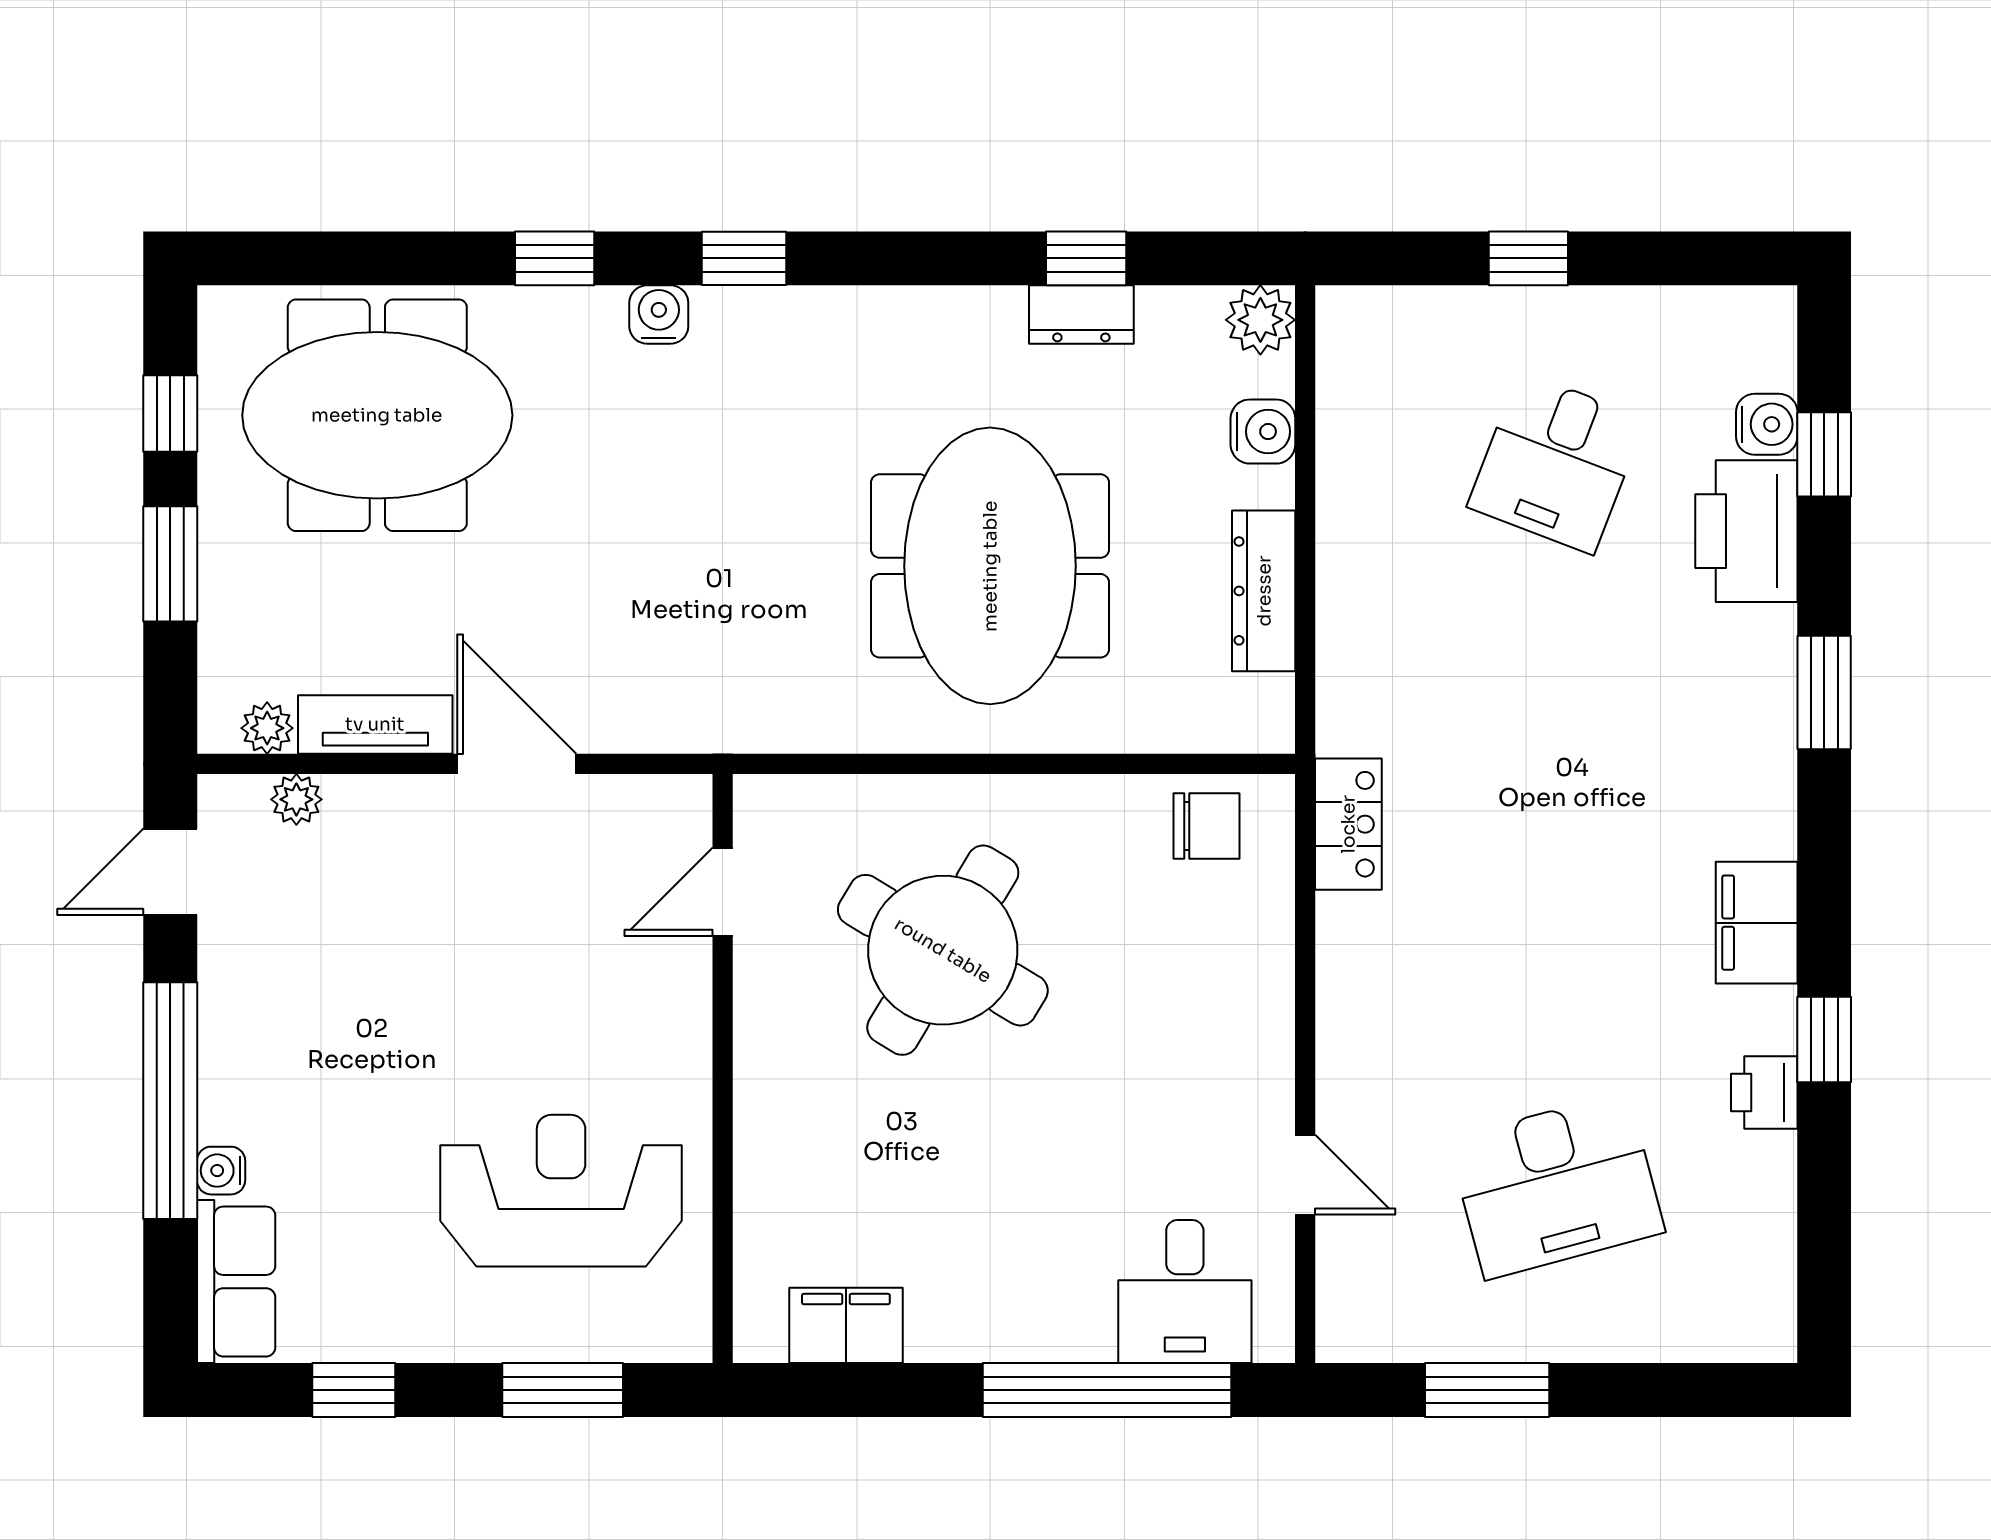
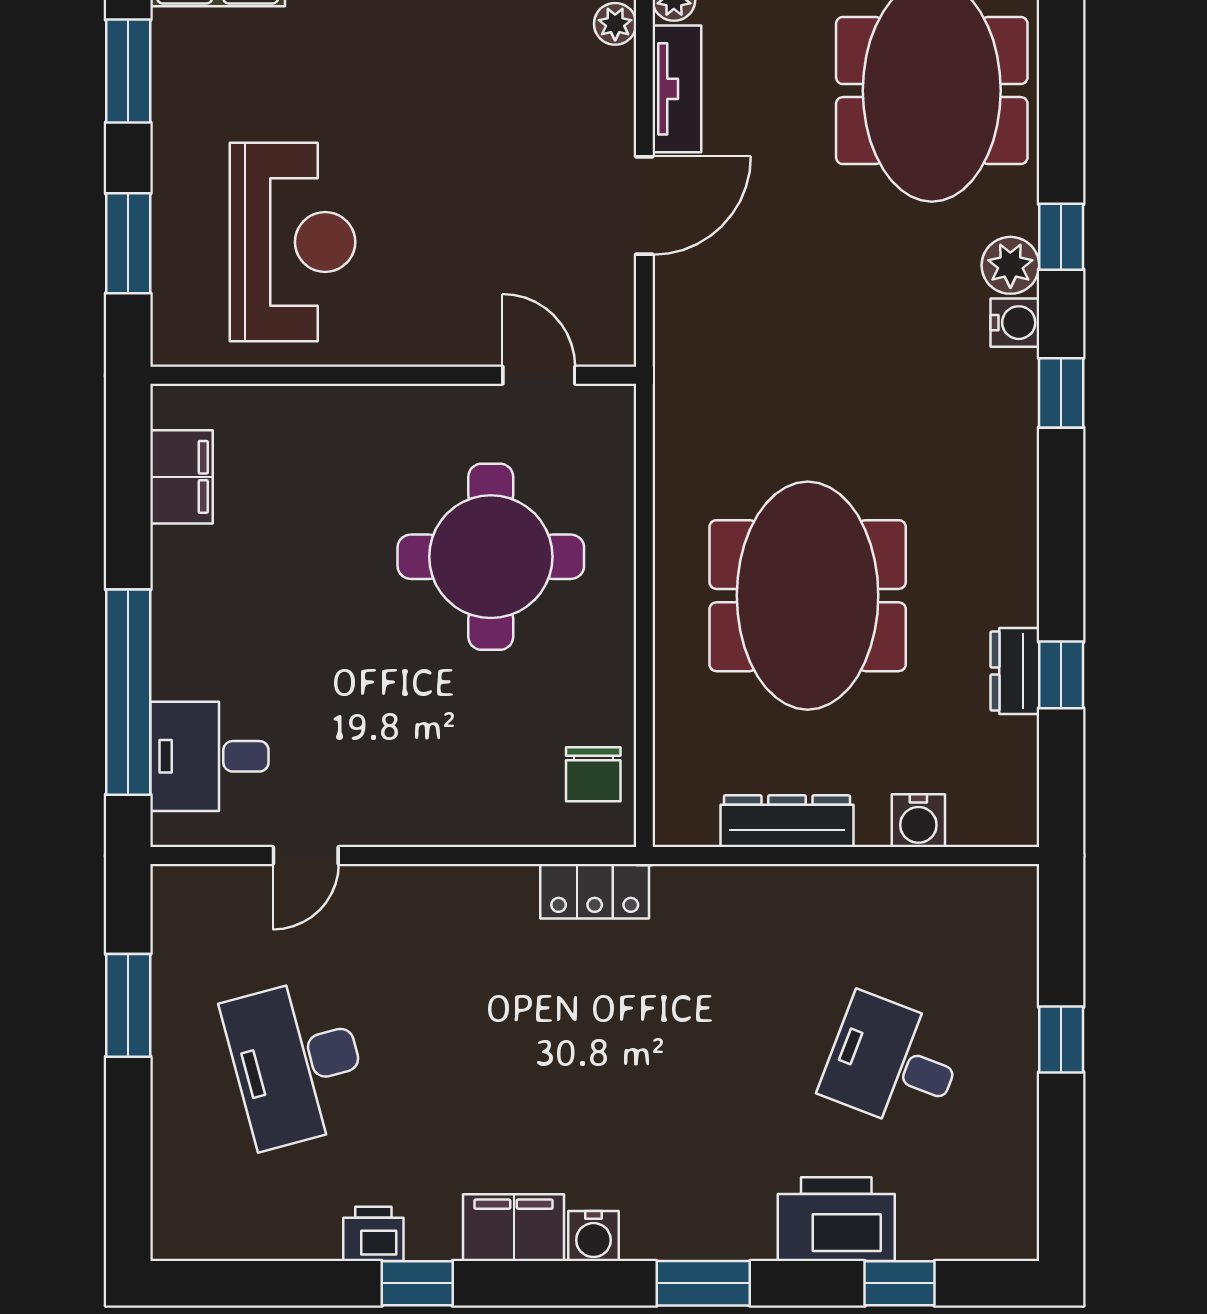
plant: (1260, 320) -> (1010, 265), moved
water cooler: (1767, 424) -> (593, 1236), moved
meeting table: (990, 566) -> (808, 596), turned 90
round table: (943, 950) -> (491, 557), turned -31
window: (354, 1390) -> (128, 71), width x1.50

